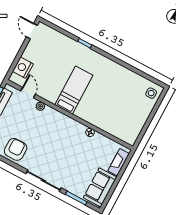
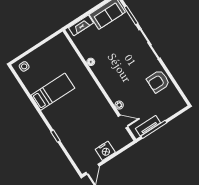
nightstand: (23, 68) -> (105, 151), moved
bed: (74, 90) -> (53, 92), moved, turned 180
door: (28, 93) -> (123, 121), swing flipped

